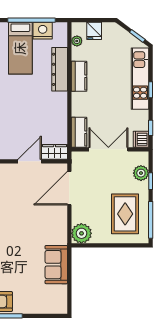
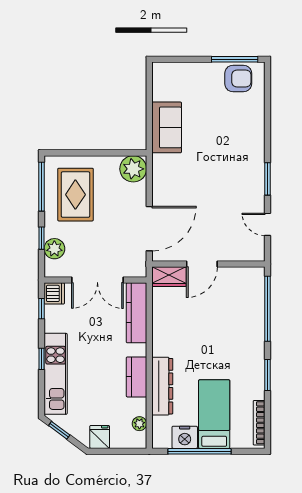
fridge: (94, 31) -> (100, 437), moved
kitchen counter: (79, 132) -> (136, 313), width x1.50

